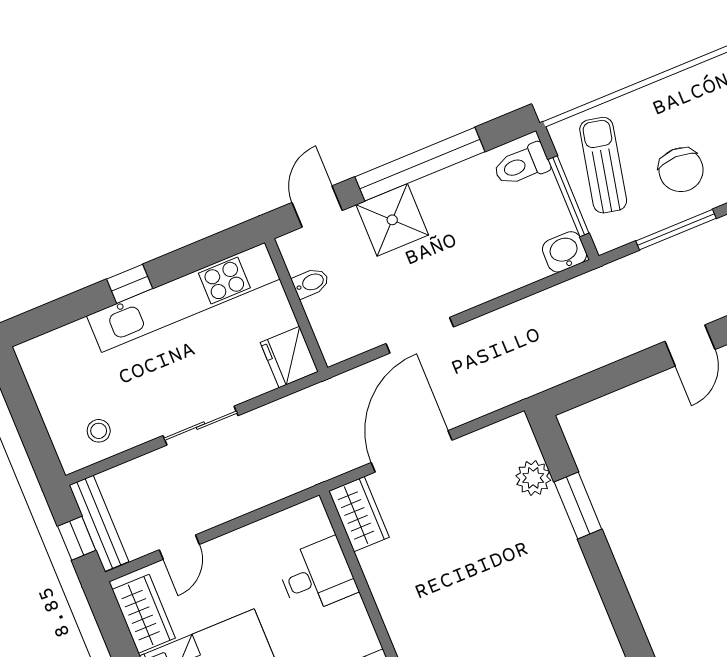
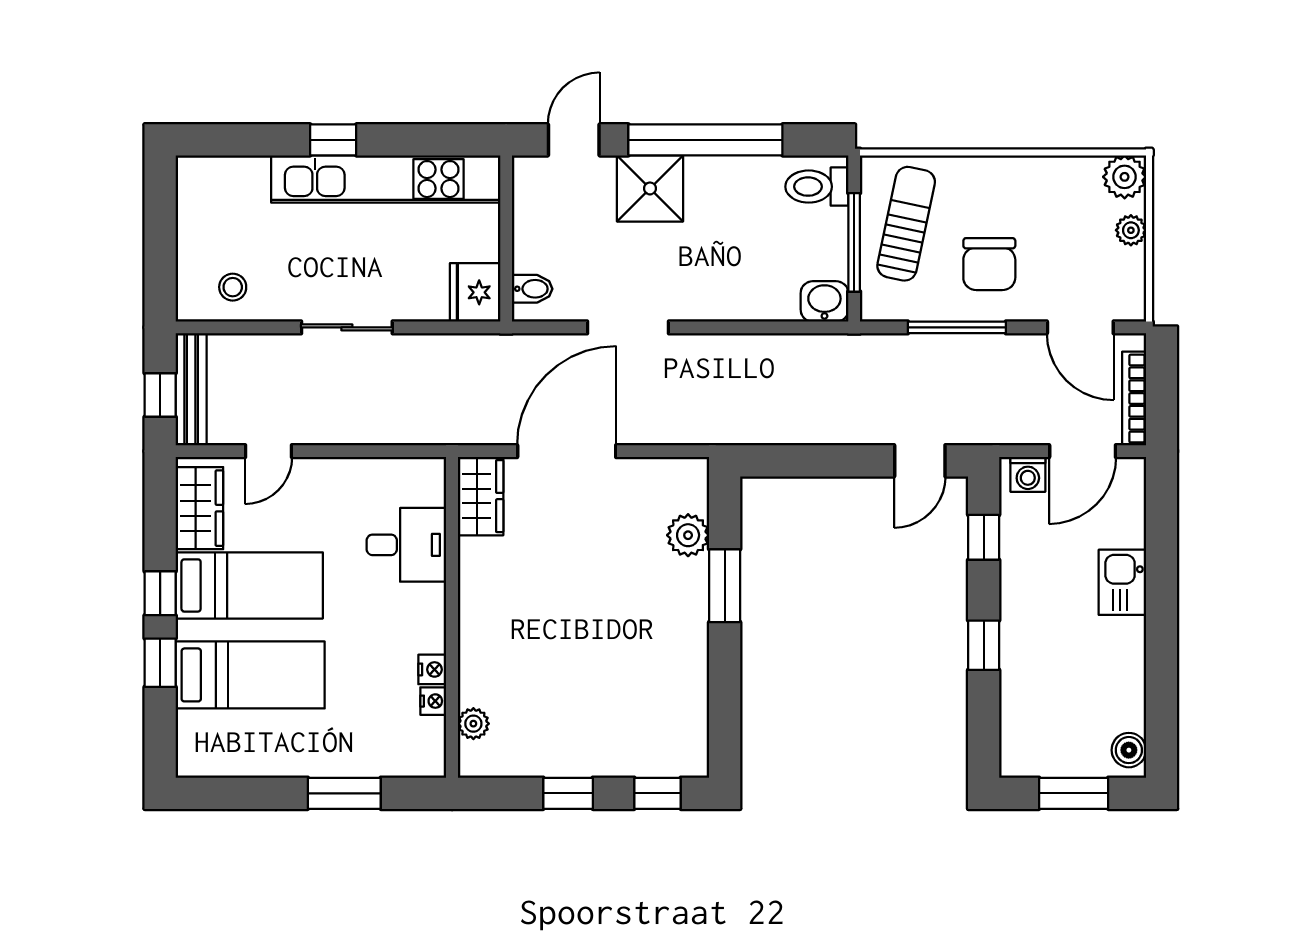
bidet: (311, 283) -> (532, 289), moved

